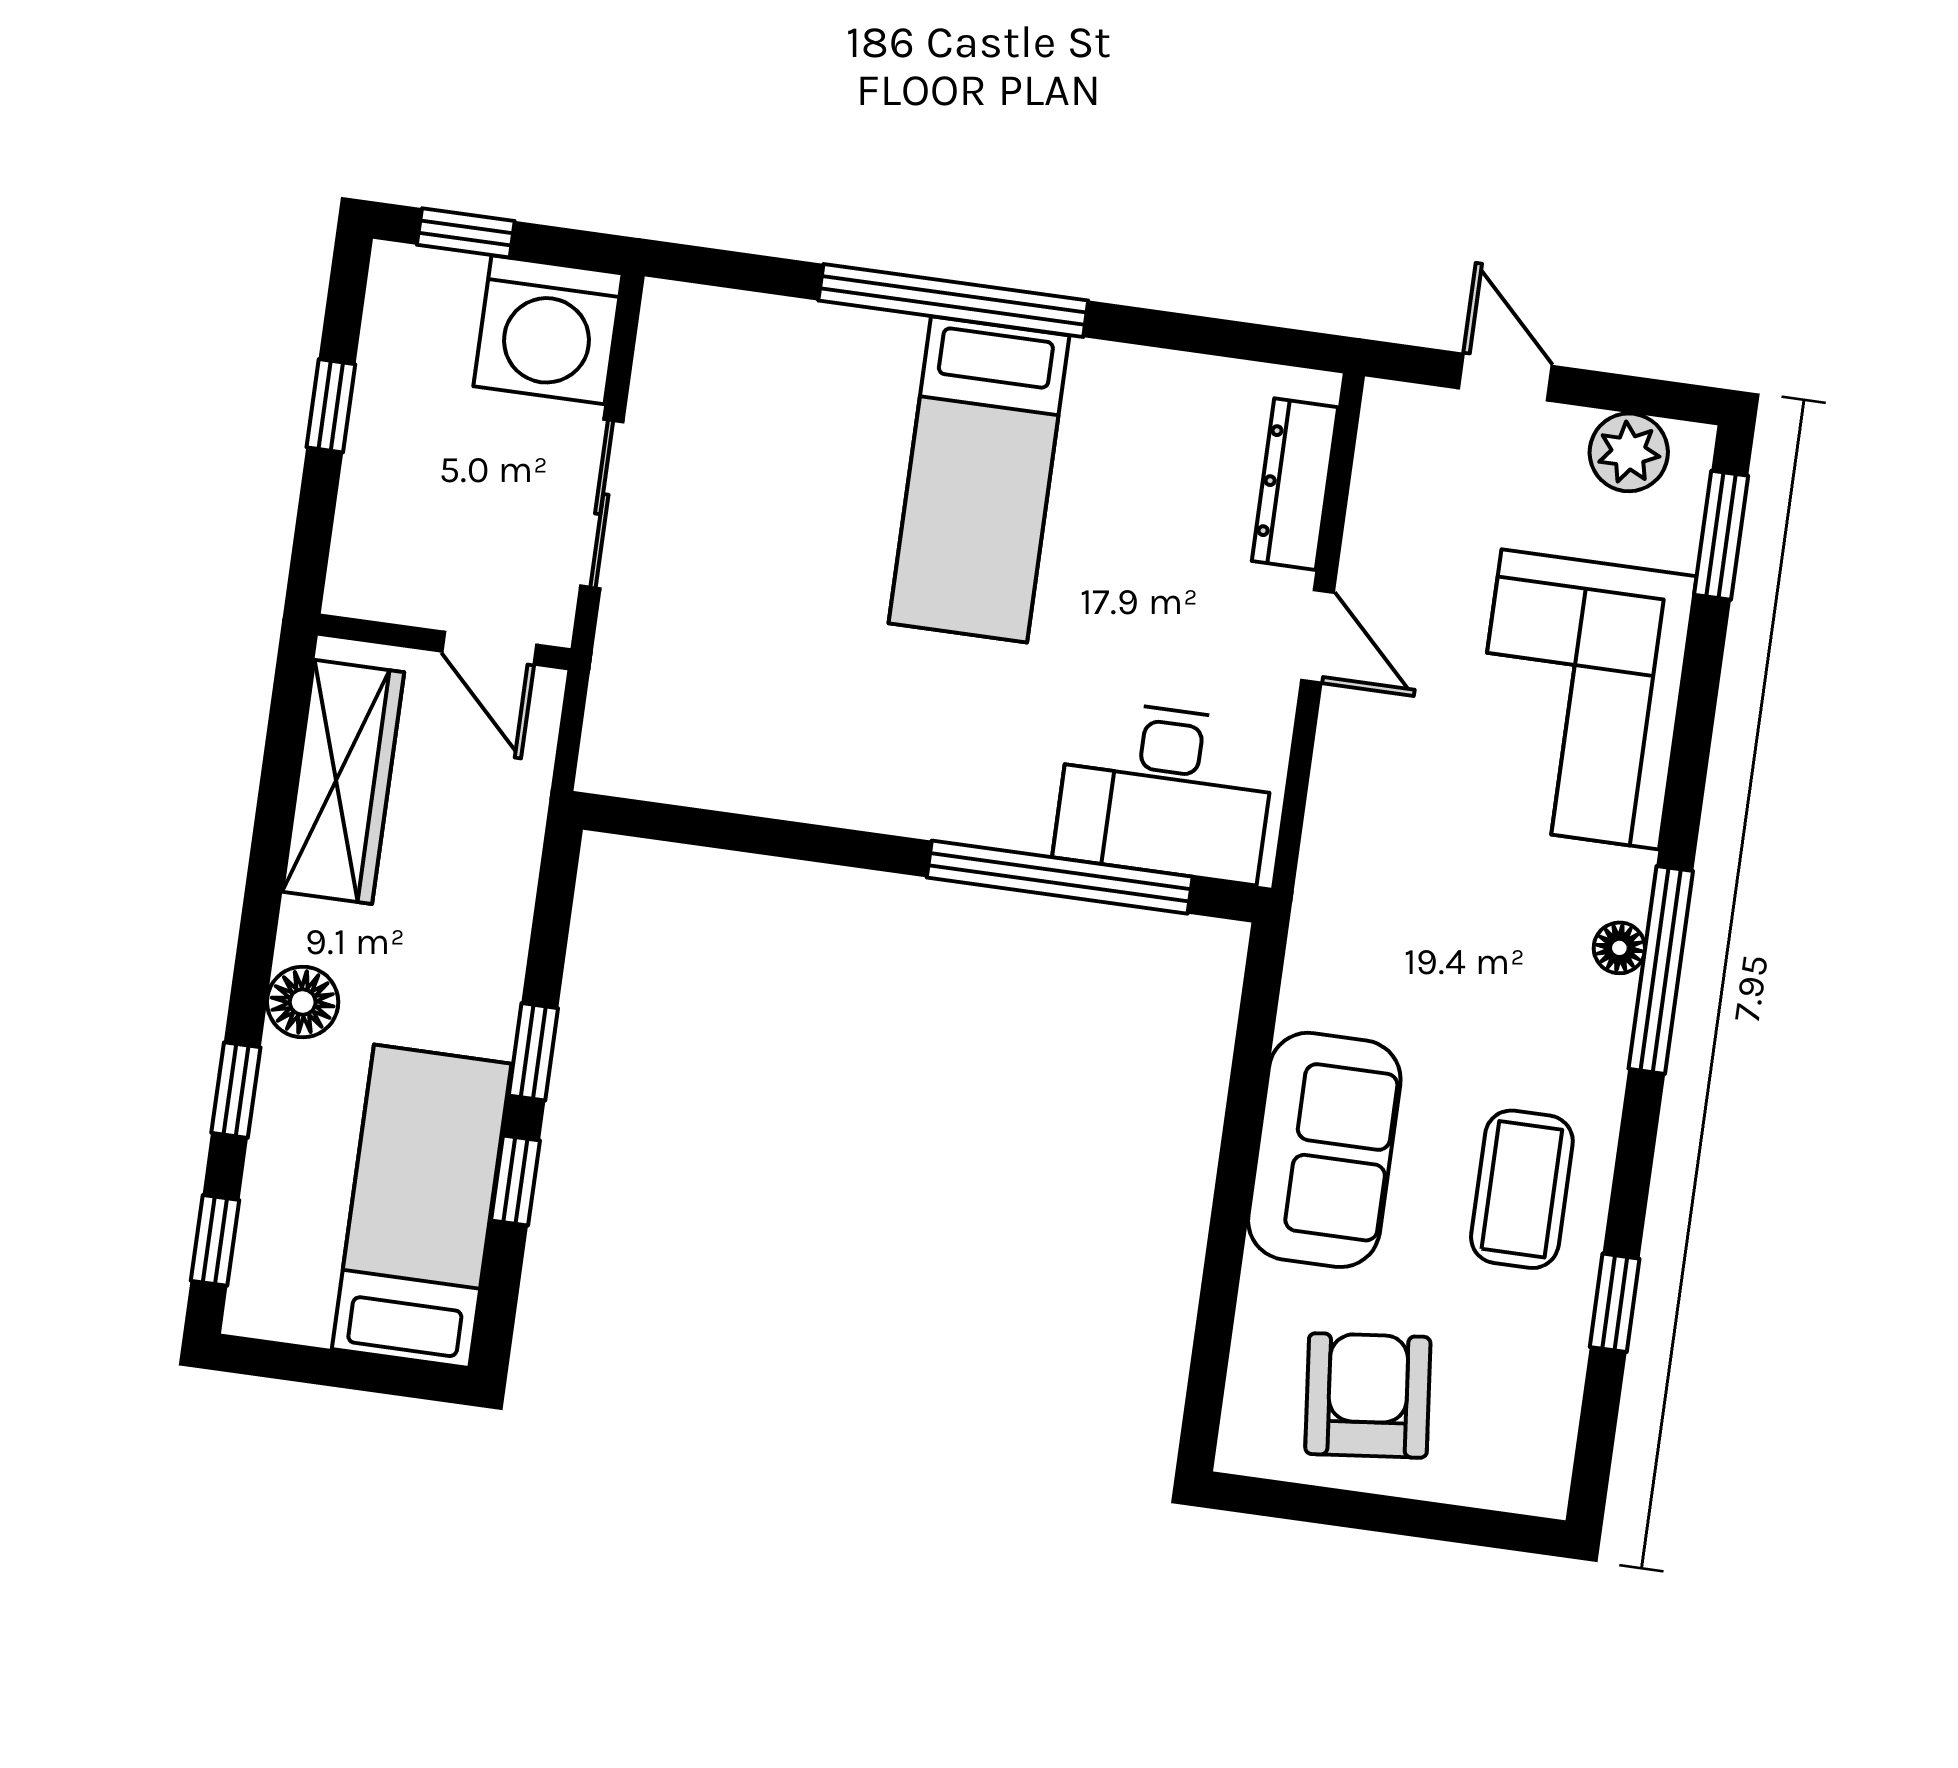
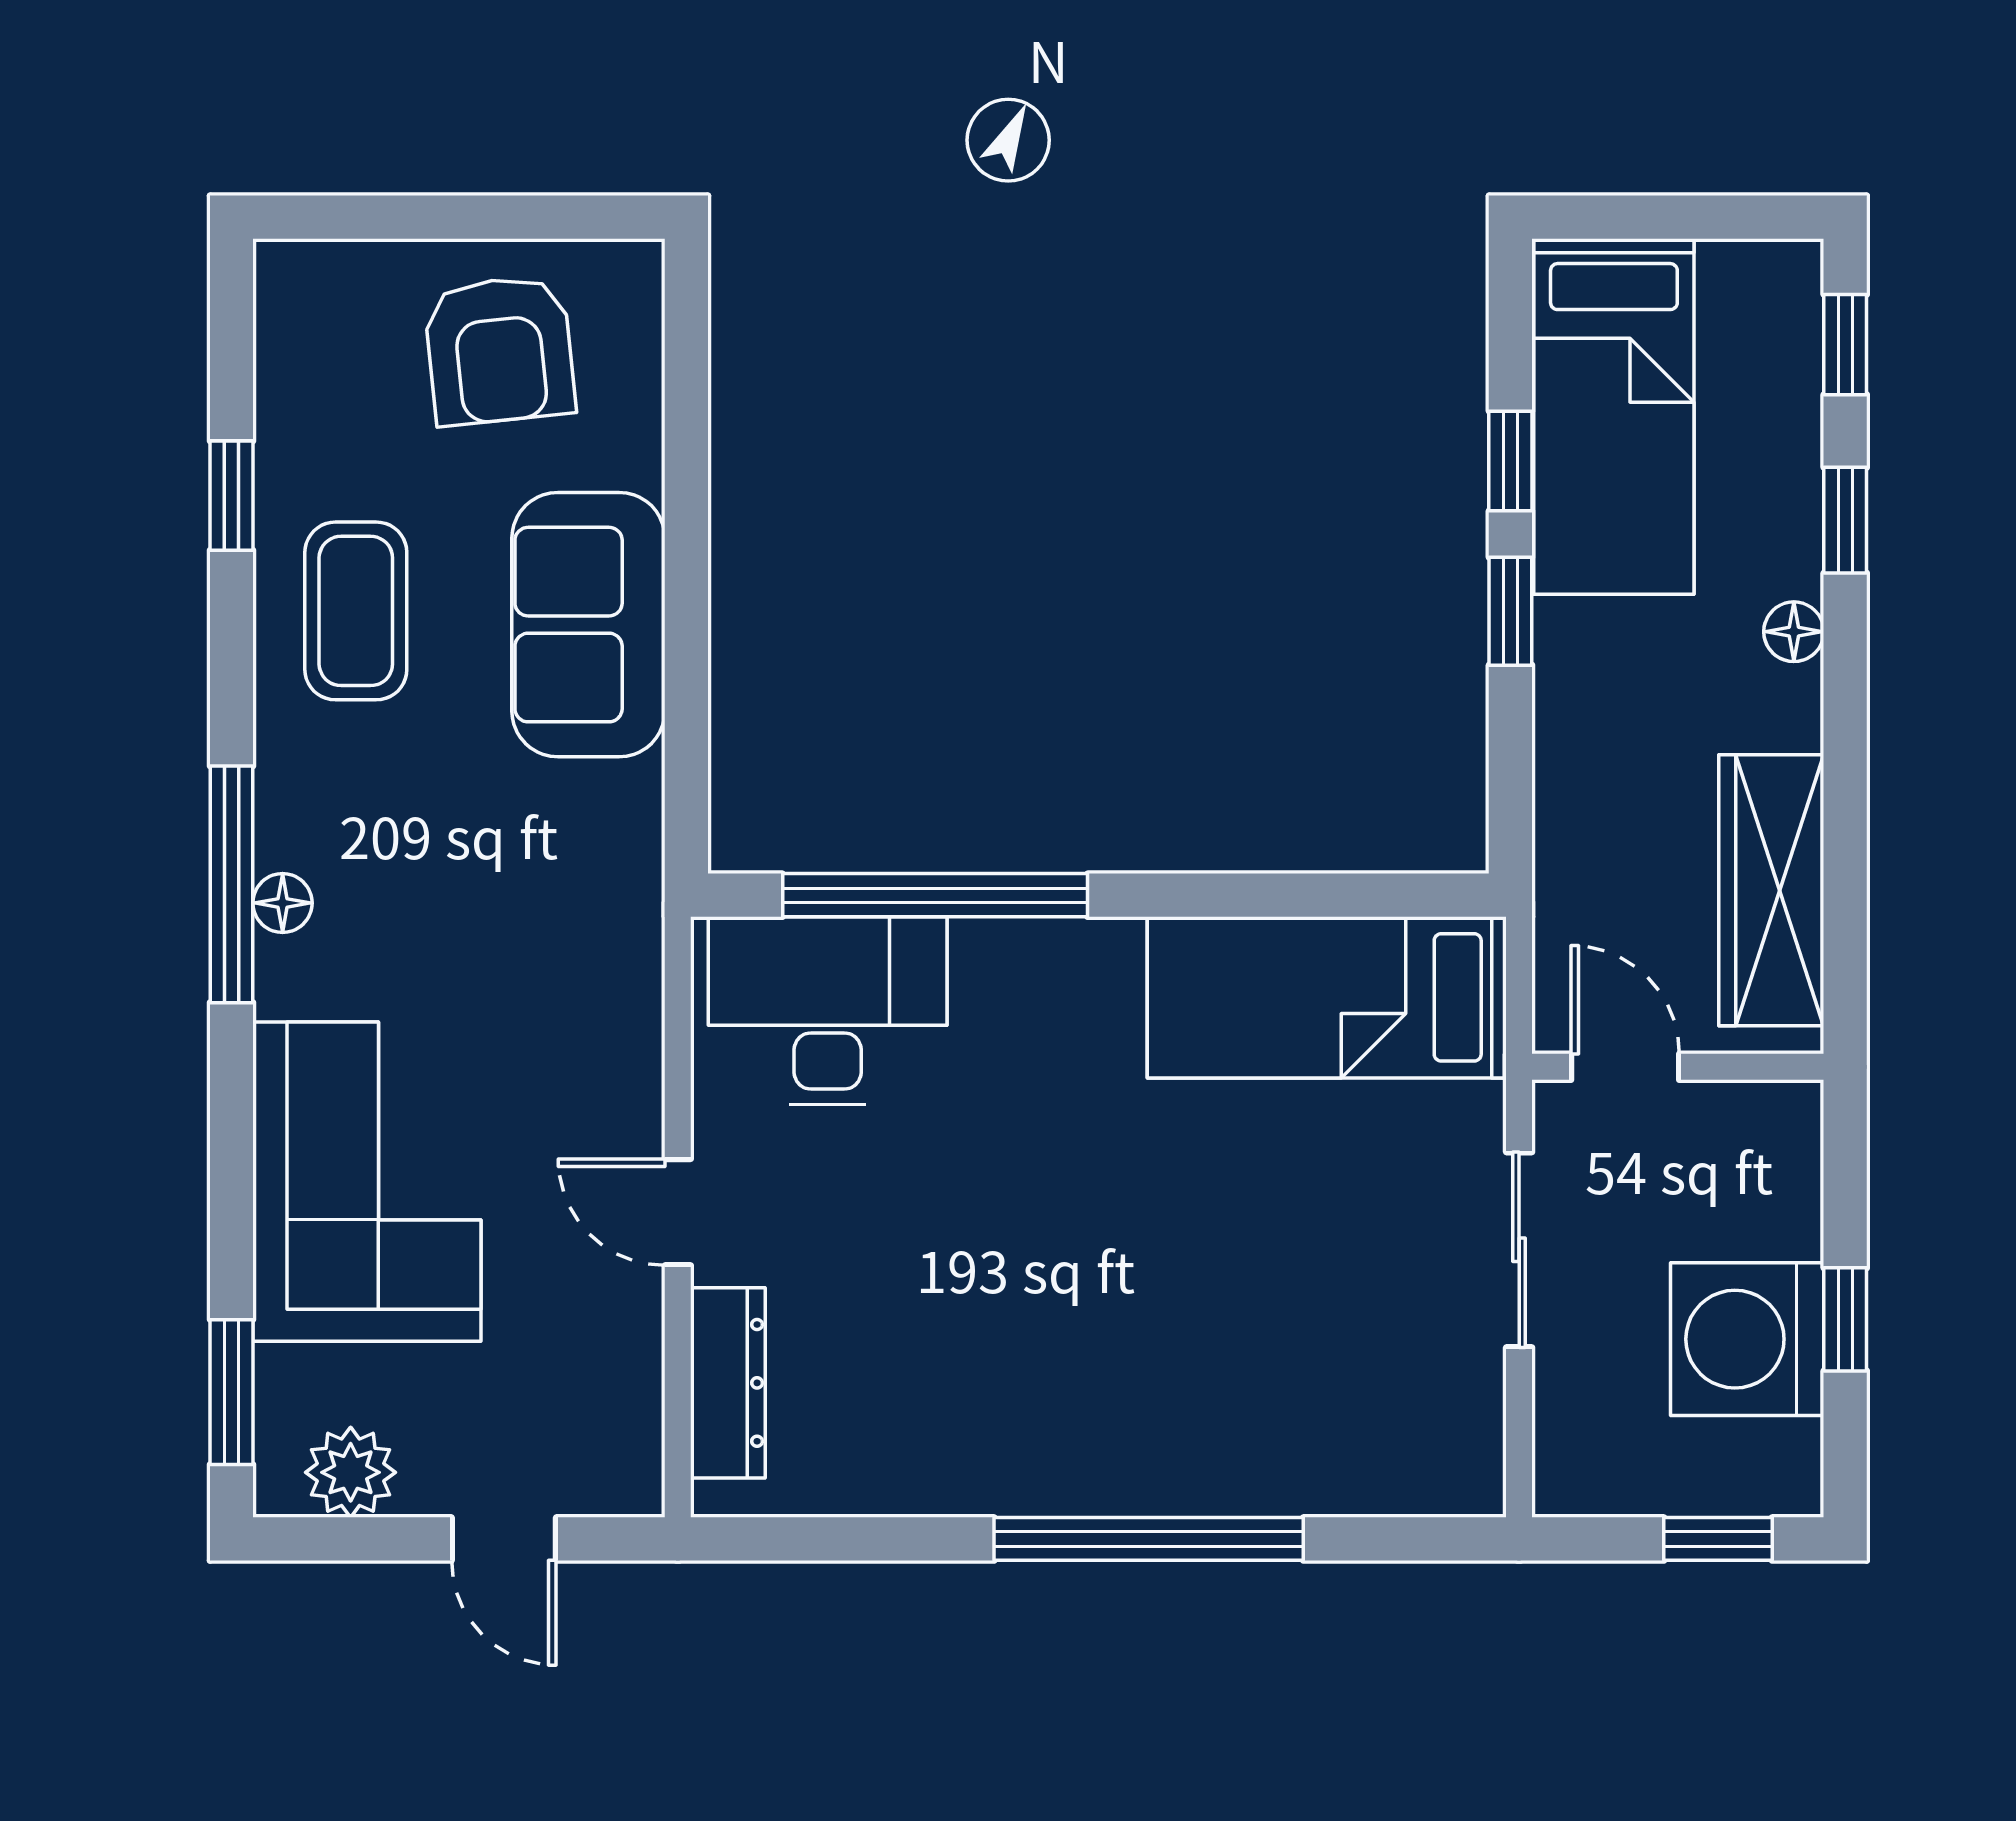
washing machine: (548, 330) -> (1747, 1339), moved, turned -90
bed: (979, 479) -> (1327, 997), moved, turned -90
floor lamp: (303, 1002) -> (1794, 632), width x0.73, depth x0.73

